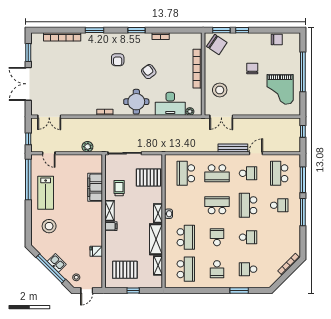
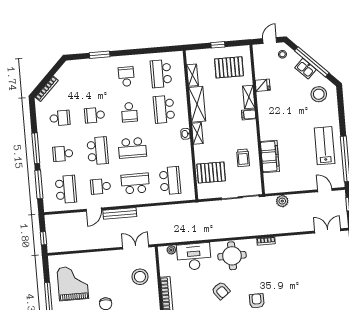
shelving: (109, 211) -> (249, 97), moved
stool: (49, 226) -> (319, 94), moved
school desk: (248, 269) -> (60, 118), moved

